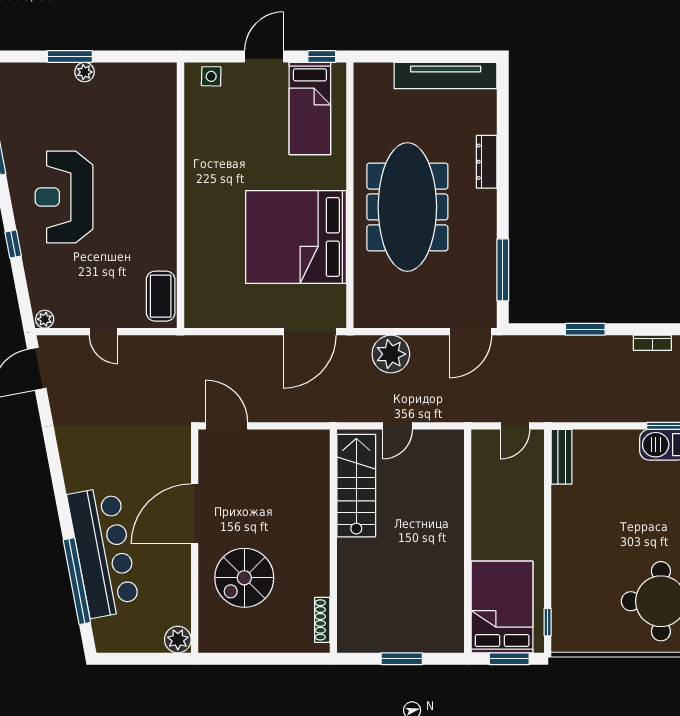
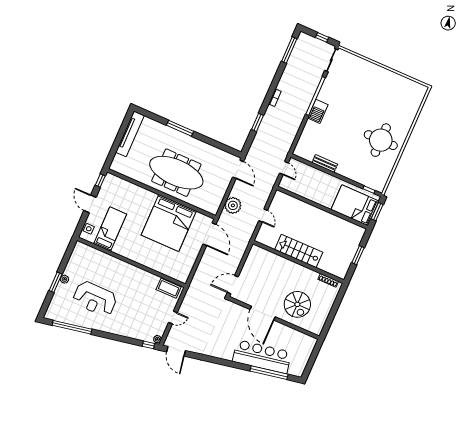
bed: (310, 108) -> (110, 229), moved, turned -90
dresser: (487, 162) -> (172, 133), removed
reception desk: (64, 197) -> (95, 299), moved
window: (13, 244) -> (148, 345), moved
window: (503, 270) -> (180, 128), moved
bench: (562, 457) -> (325, 163), moved
stairs: (356, 486) -> (299, 251), moved
plant: (178, 640) -> (311, 342), removed

